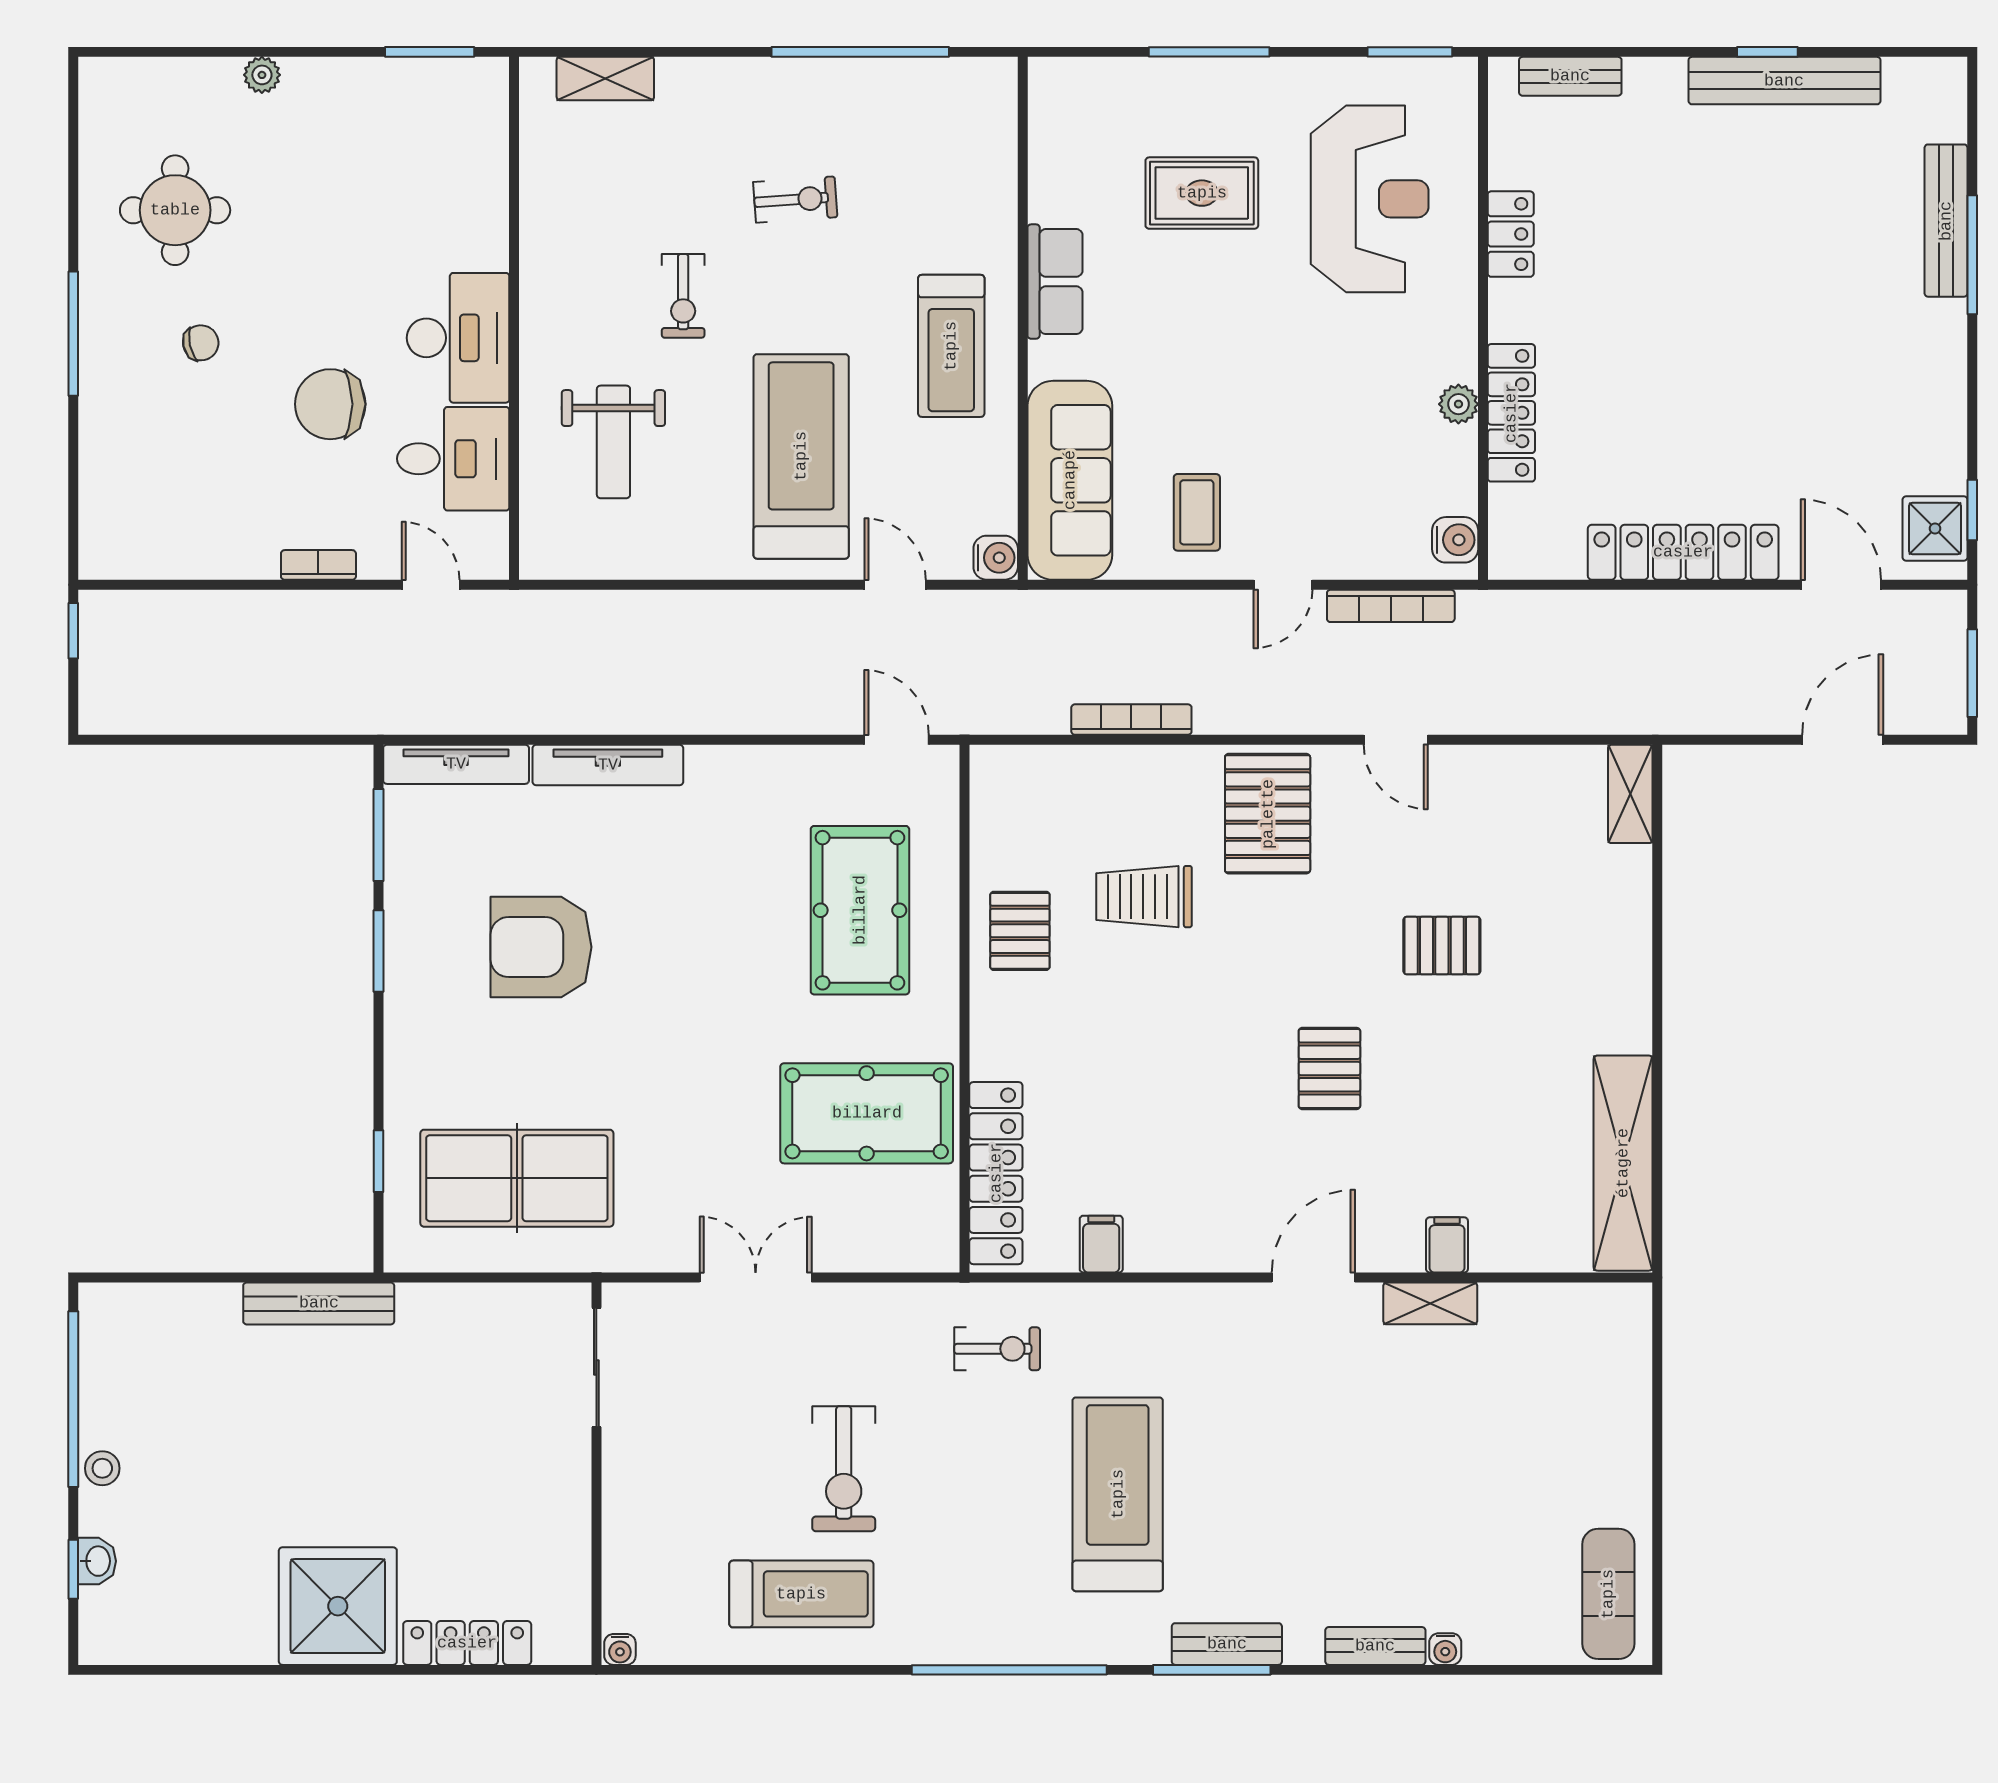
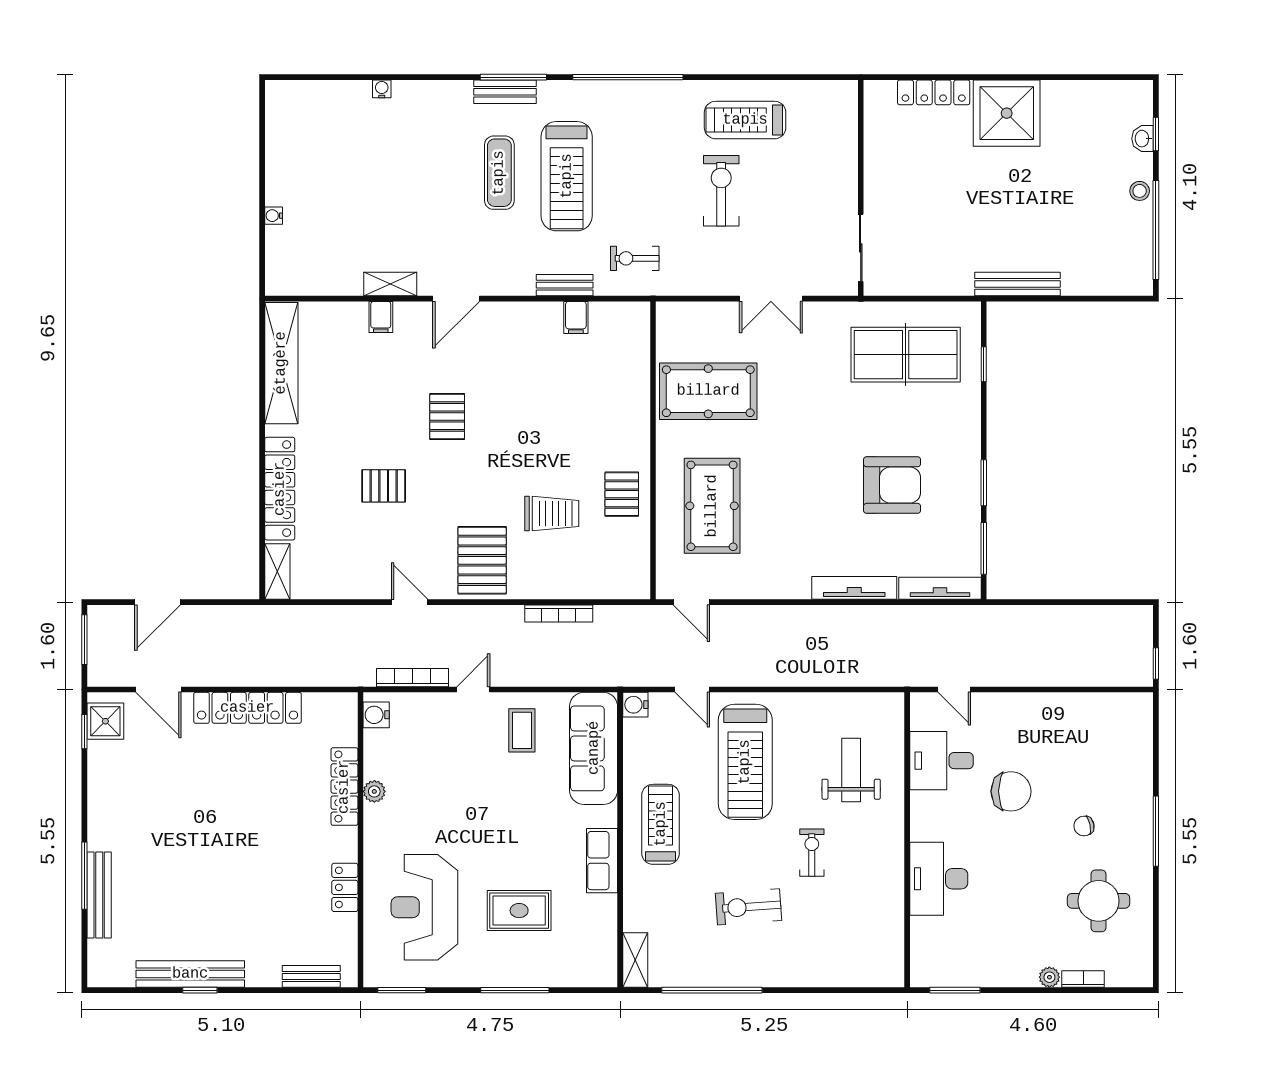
shelving: (605, 79) -> (635, 960), moved, turned 90
exercise bike: (795, 200) -> (749, 907), width x1.38, depth x1.39
desk: (458, 338) -> (939, 879), moved
bookcase: (318, 565) -> (1083, 979), moved, turned 180
locker: (996, 1173) -> (280, 489), moved, turned 180
exercise mat: (1608, 1594) -> (499, 173), moved
bench: (1375, 1646) -> (565, 285), moved
water cooler: (620, 1649) -> (274, 216), moved, turned -90

